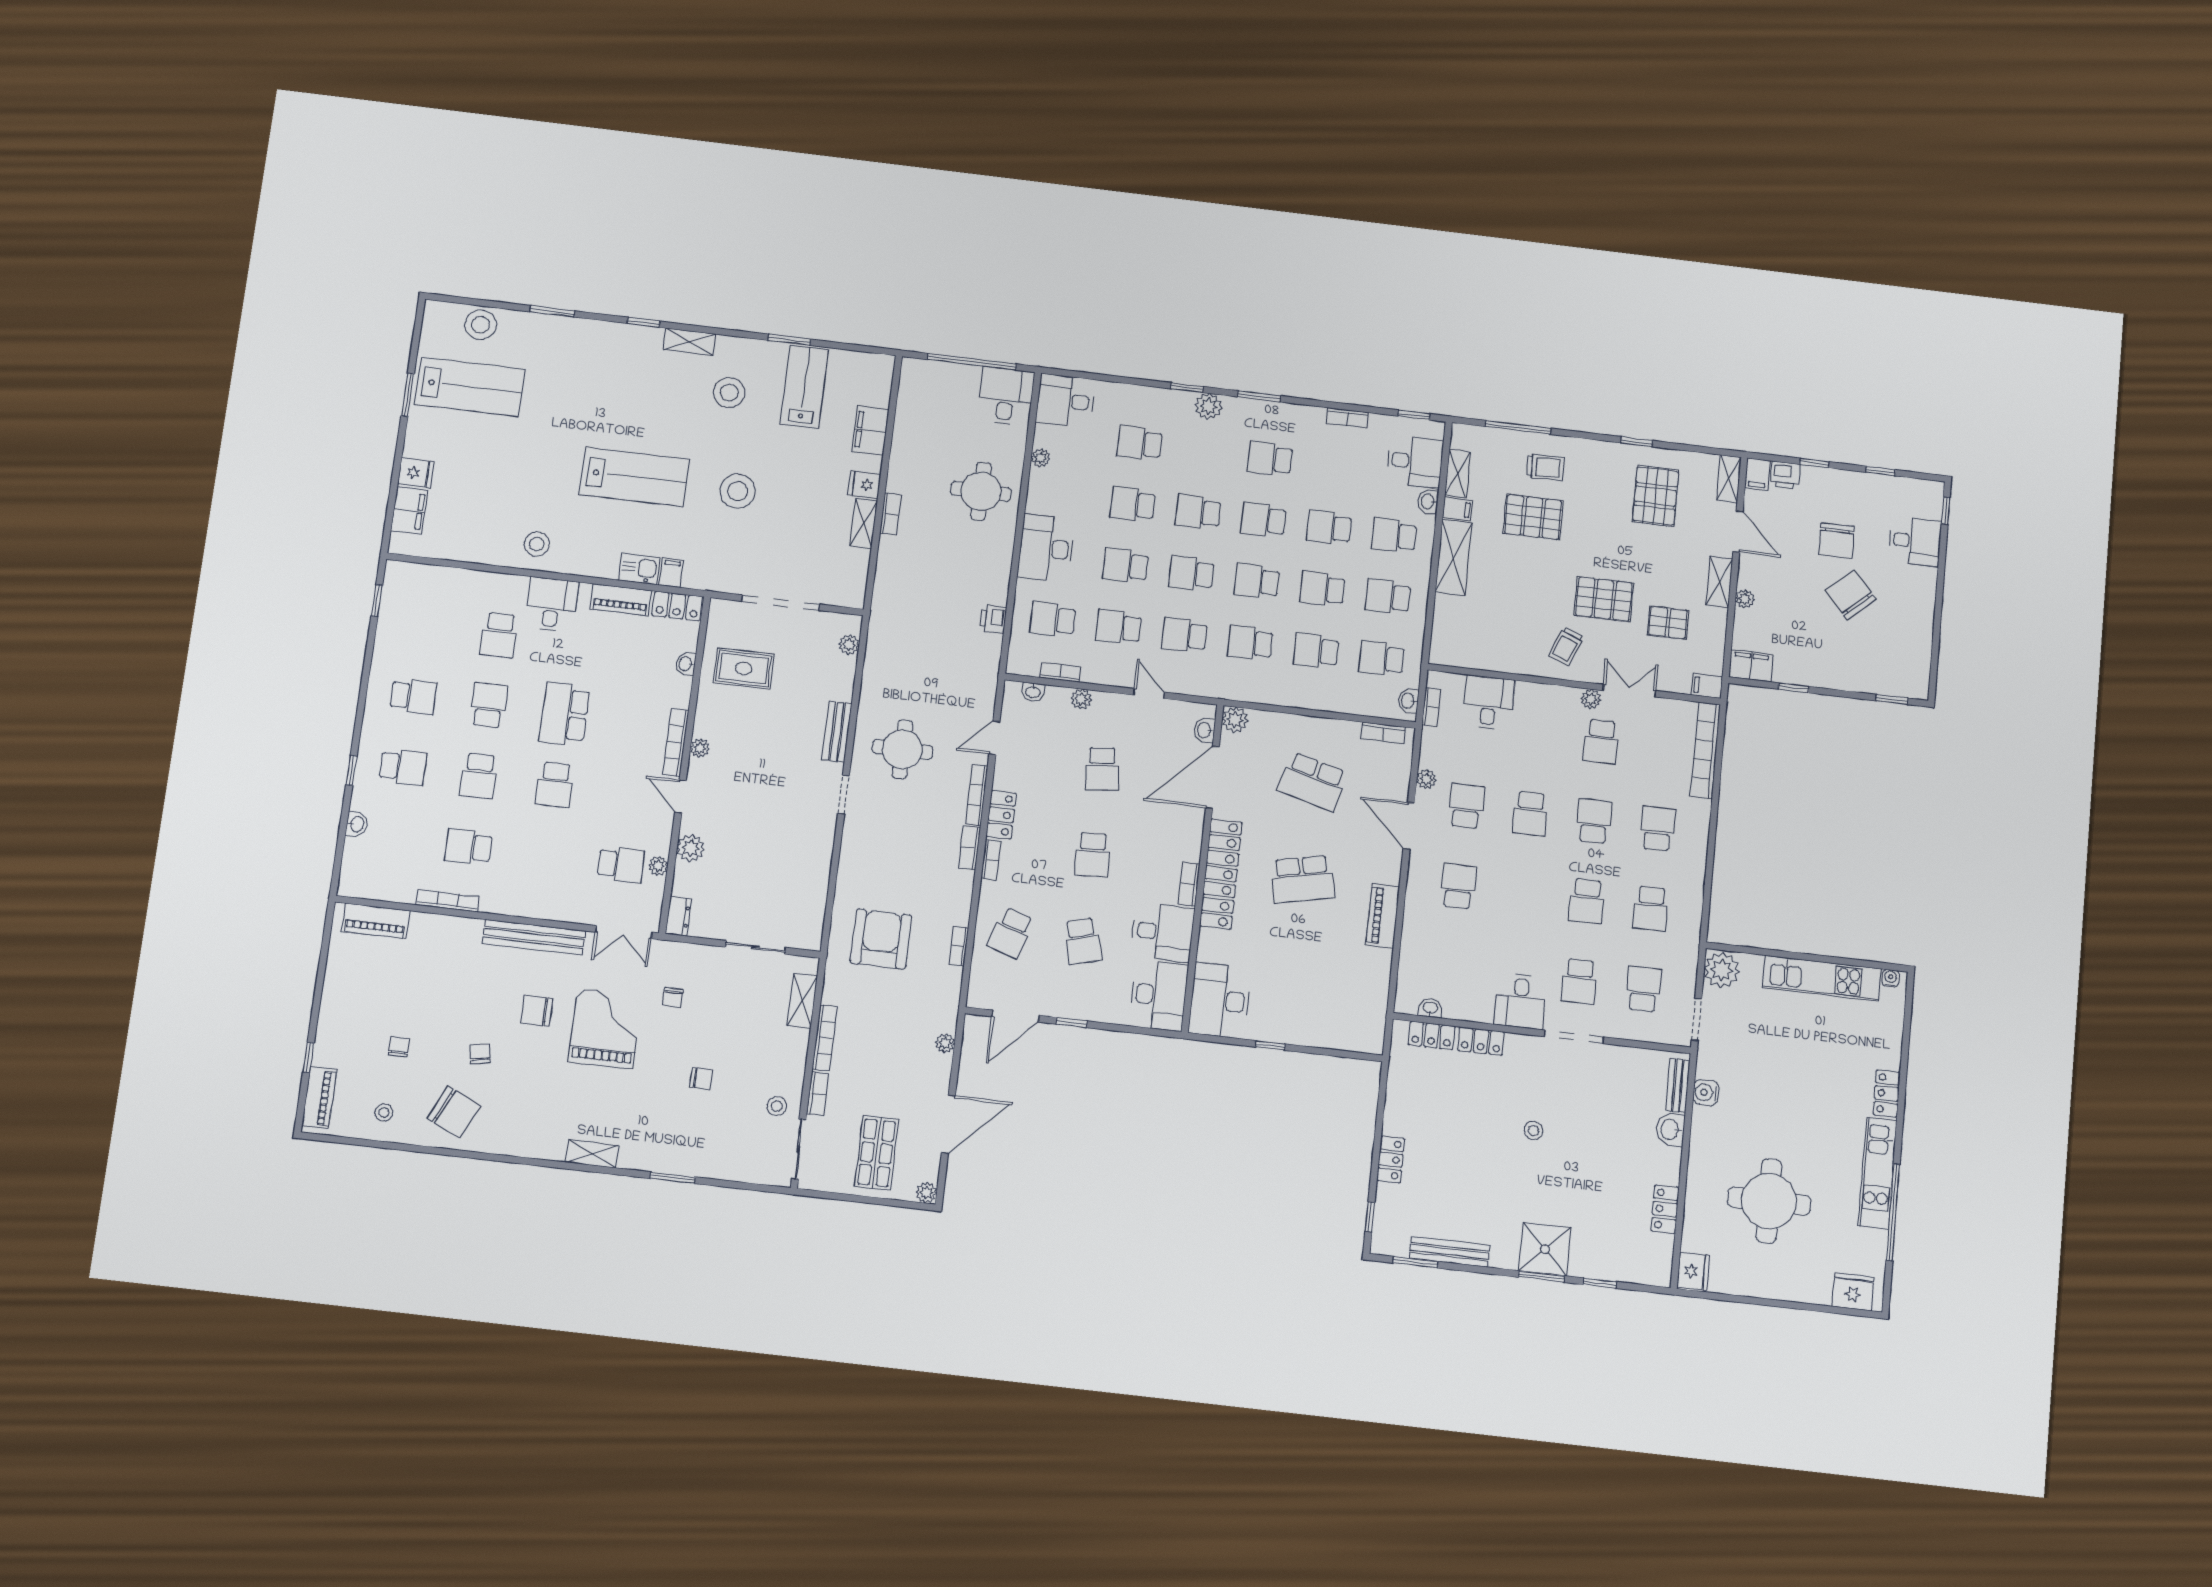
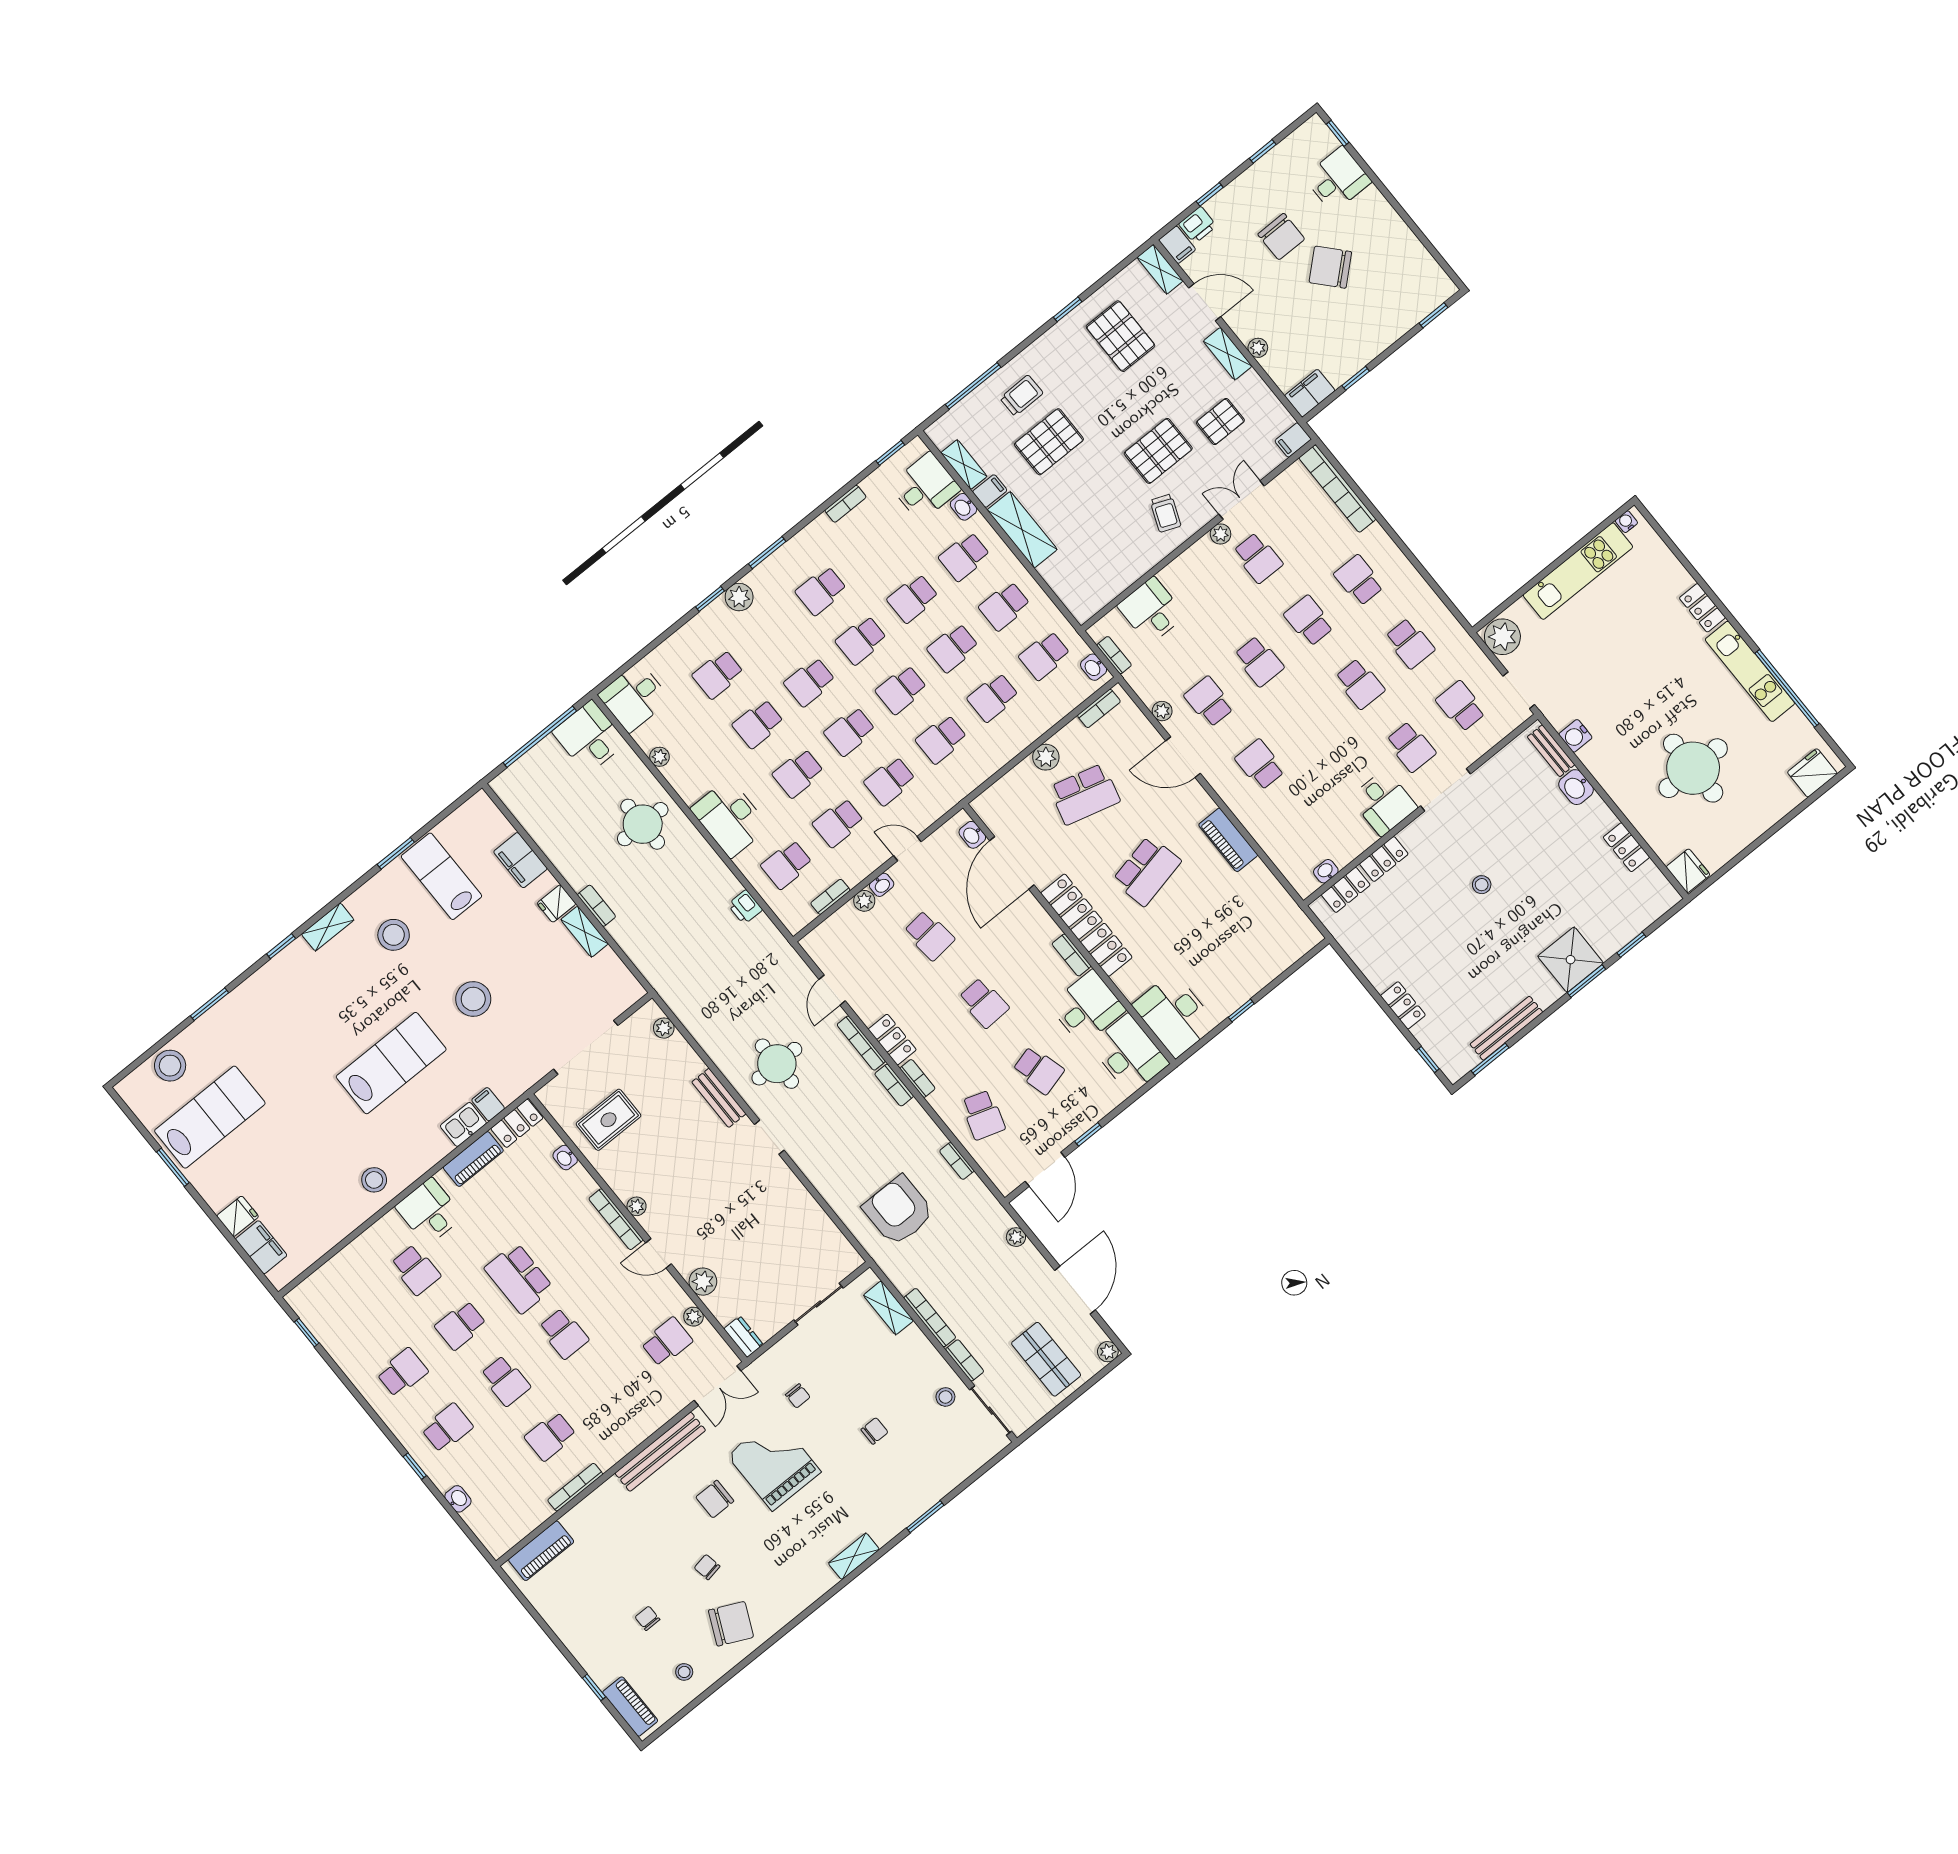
washbasin: (1033, 692) -> (882, 885), moved
school desk: (489, 705) -> (461, 1325), turned -90
plant: (1235, 720) -> (1046, 757), moved

